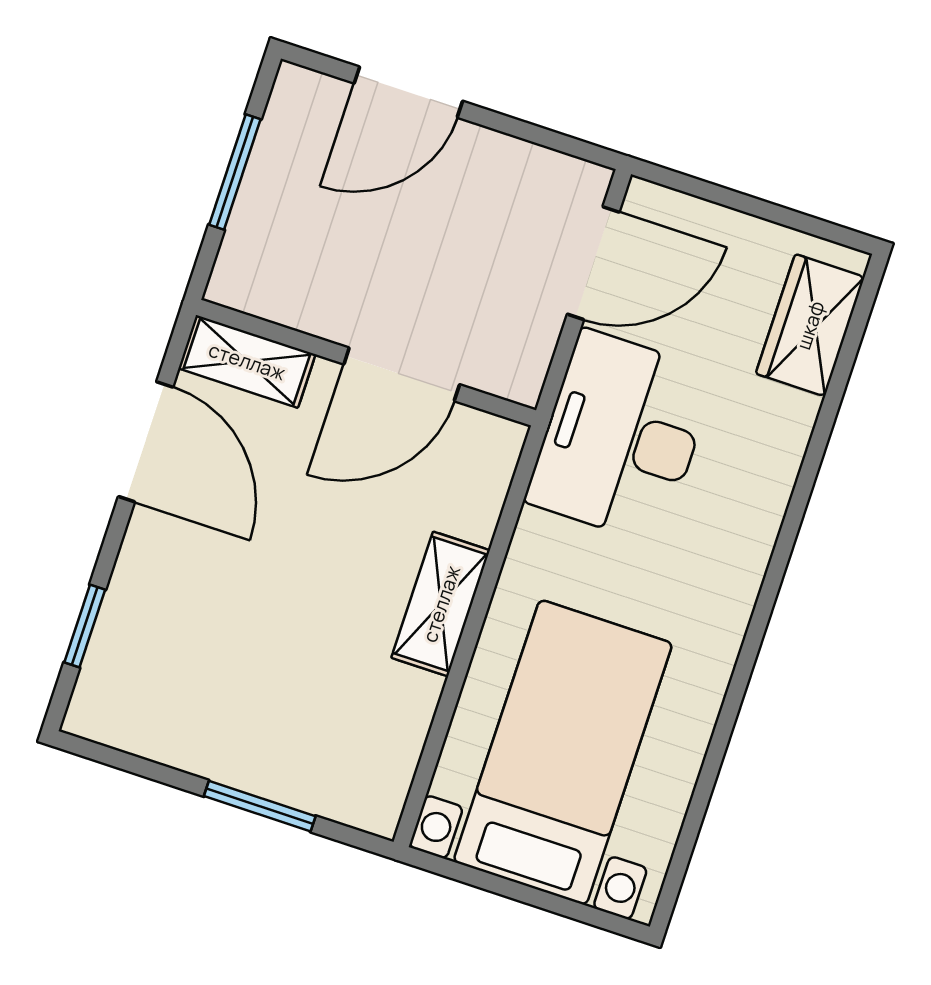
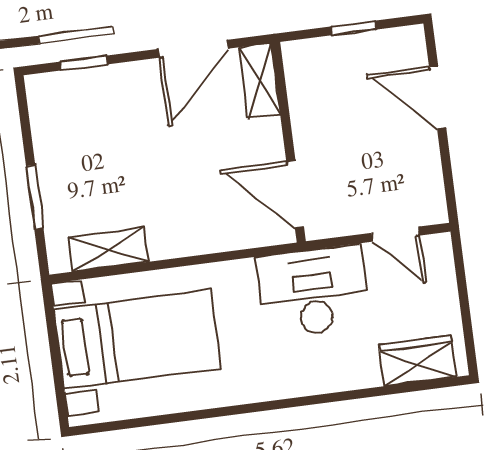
window: (235, 172) -> (354, 28), width x0.67
door: (593, 263) -> (395, 234), width x0.73
door: (402, 374) -> (295, 194), moved
shelving: (441, 604) -> (109, 250), moved

